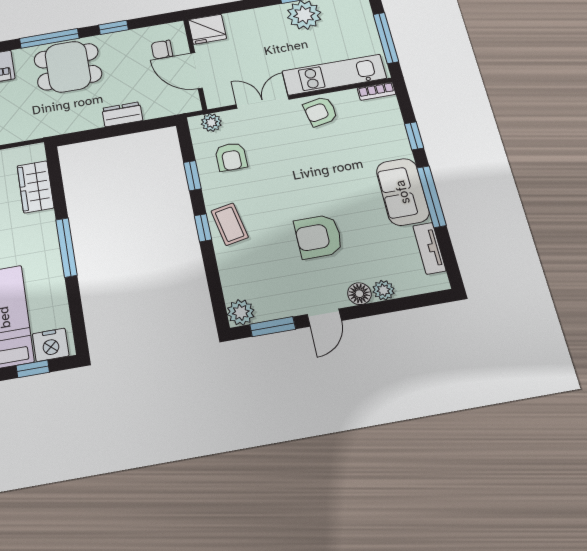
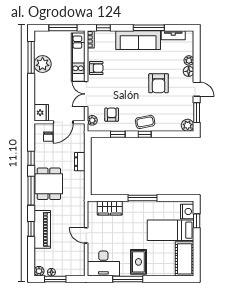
armchair: (320, 111) -> (96, 68), turned -79
window: (414, 136) -> (103, 28), moved
armchair: (231, 157) -> (112, 115), turned -90
sofa: (403, 192) -> (138, 40), width x1.36

